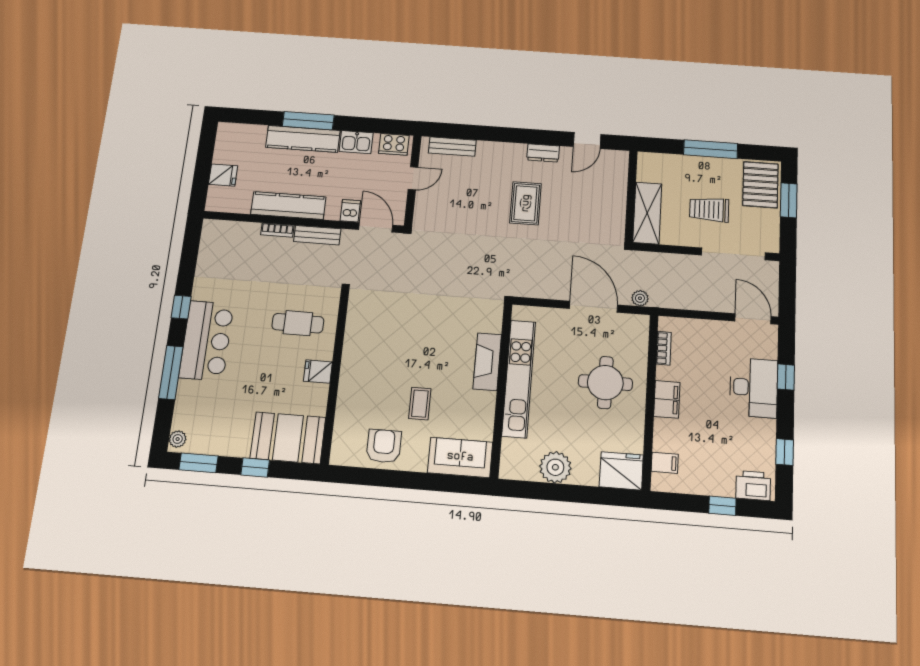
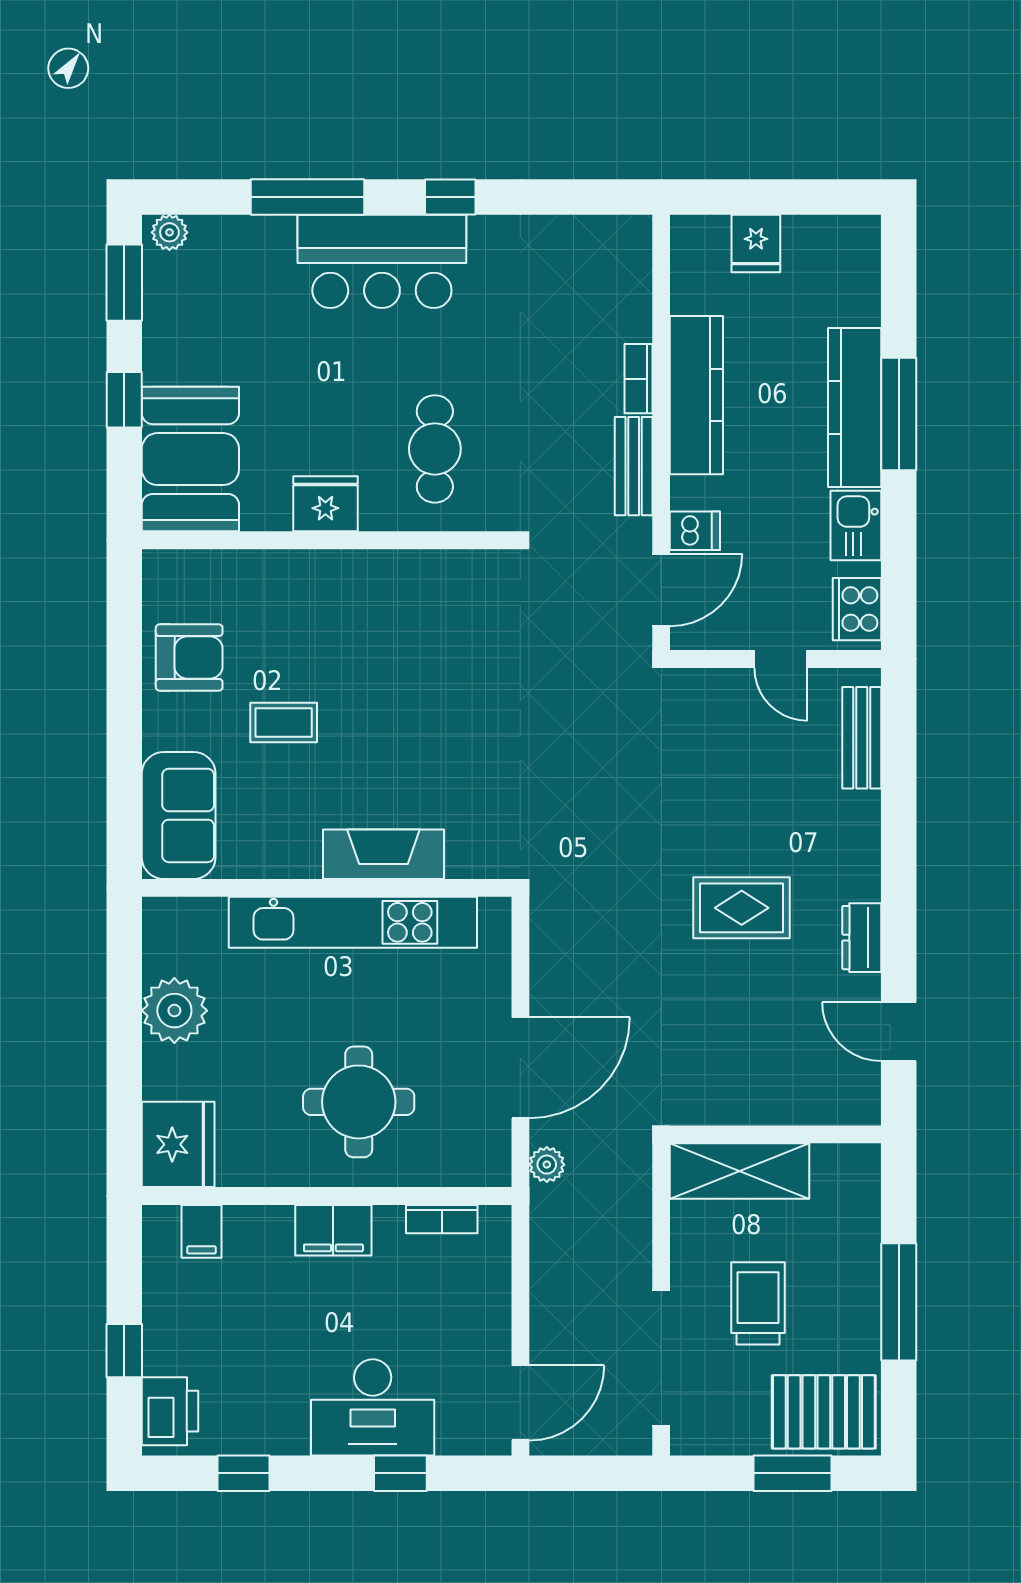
fridge: (318, 371) -> (325, 504), width x1.38

